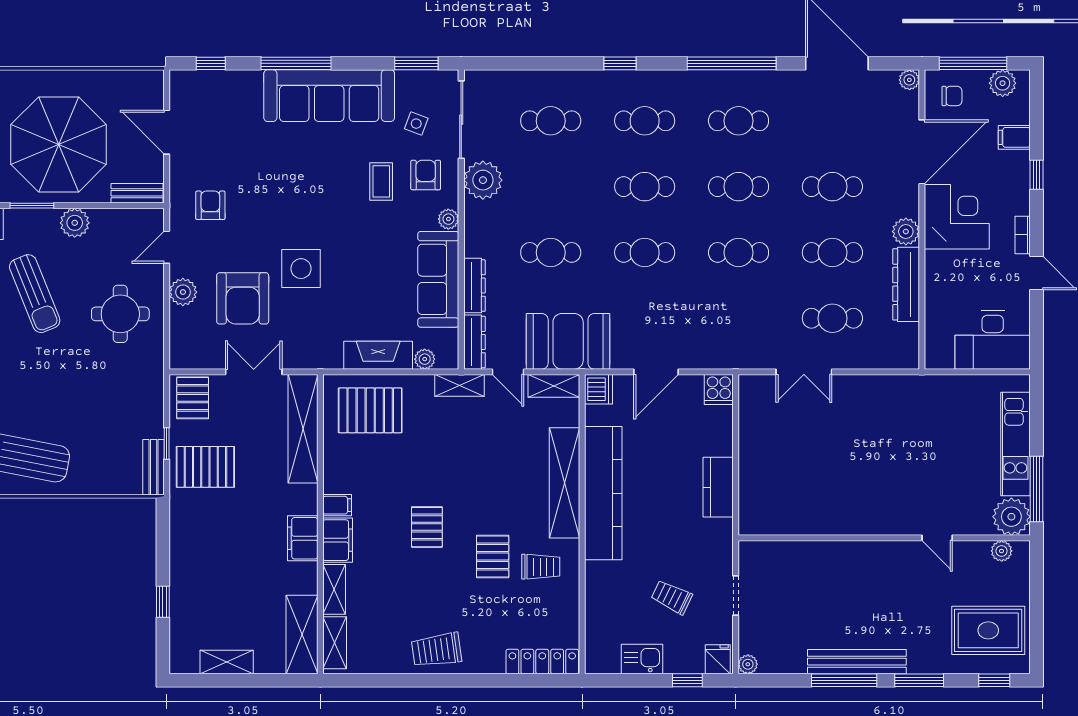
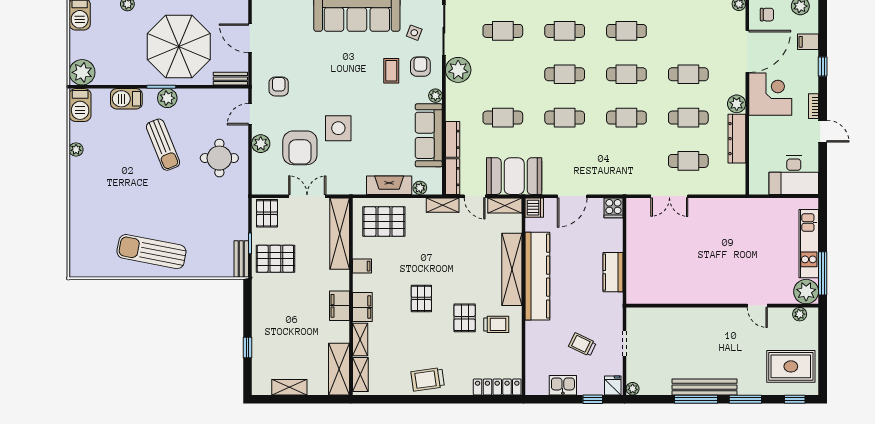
plant: (75, 223) -> (167, 98), moved
filing cabinet: (337, 505) -> (362, 266), moved

